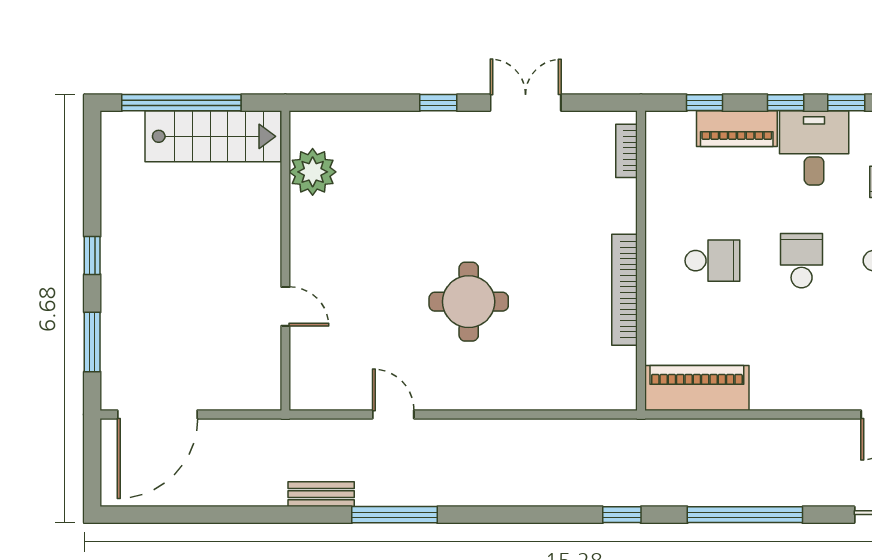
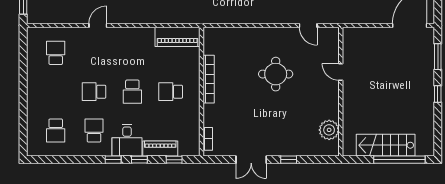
plant: (313, 172) -> (329, 130), moved
wall: (285, 261) -> (341, 92), moved
door: (285, 306) -> (341, 72), moved

